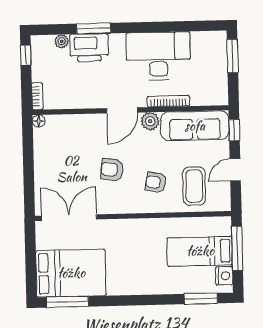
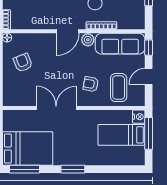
armchair: (112, 170) -> (23, 63), moved, turned 61
double door: (69, 218) -> (56, 108), moved
nightstand: (224, 276) -> (139, 117), moved
window: (201, 299) -> (73, 169), moved

